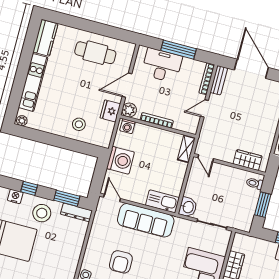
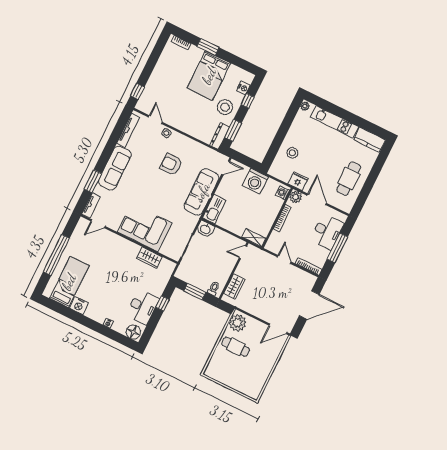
bench: (219, 80) -> (305, 276), removed

